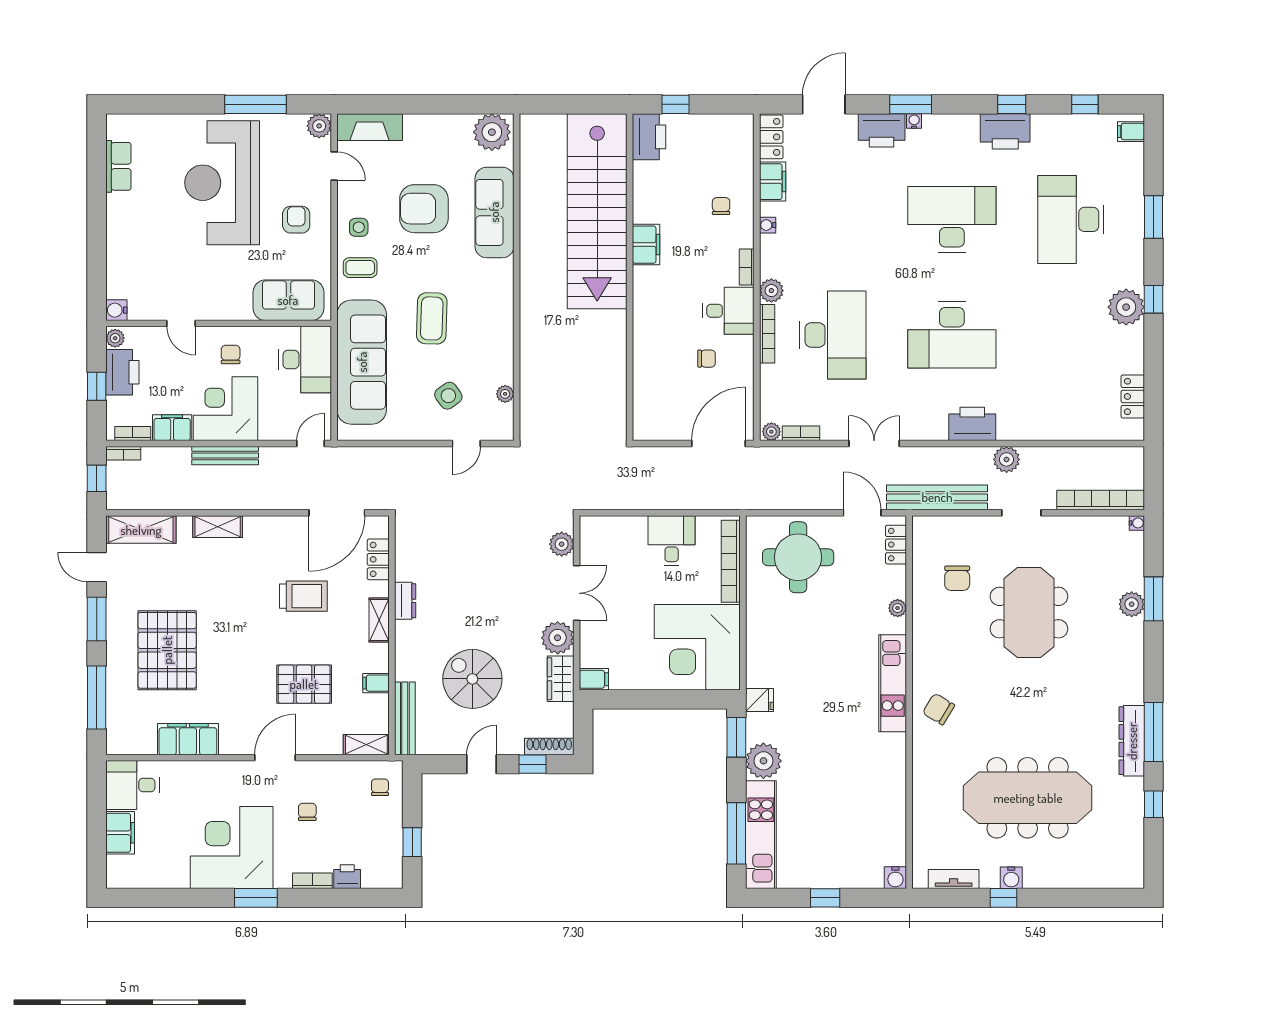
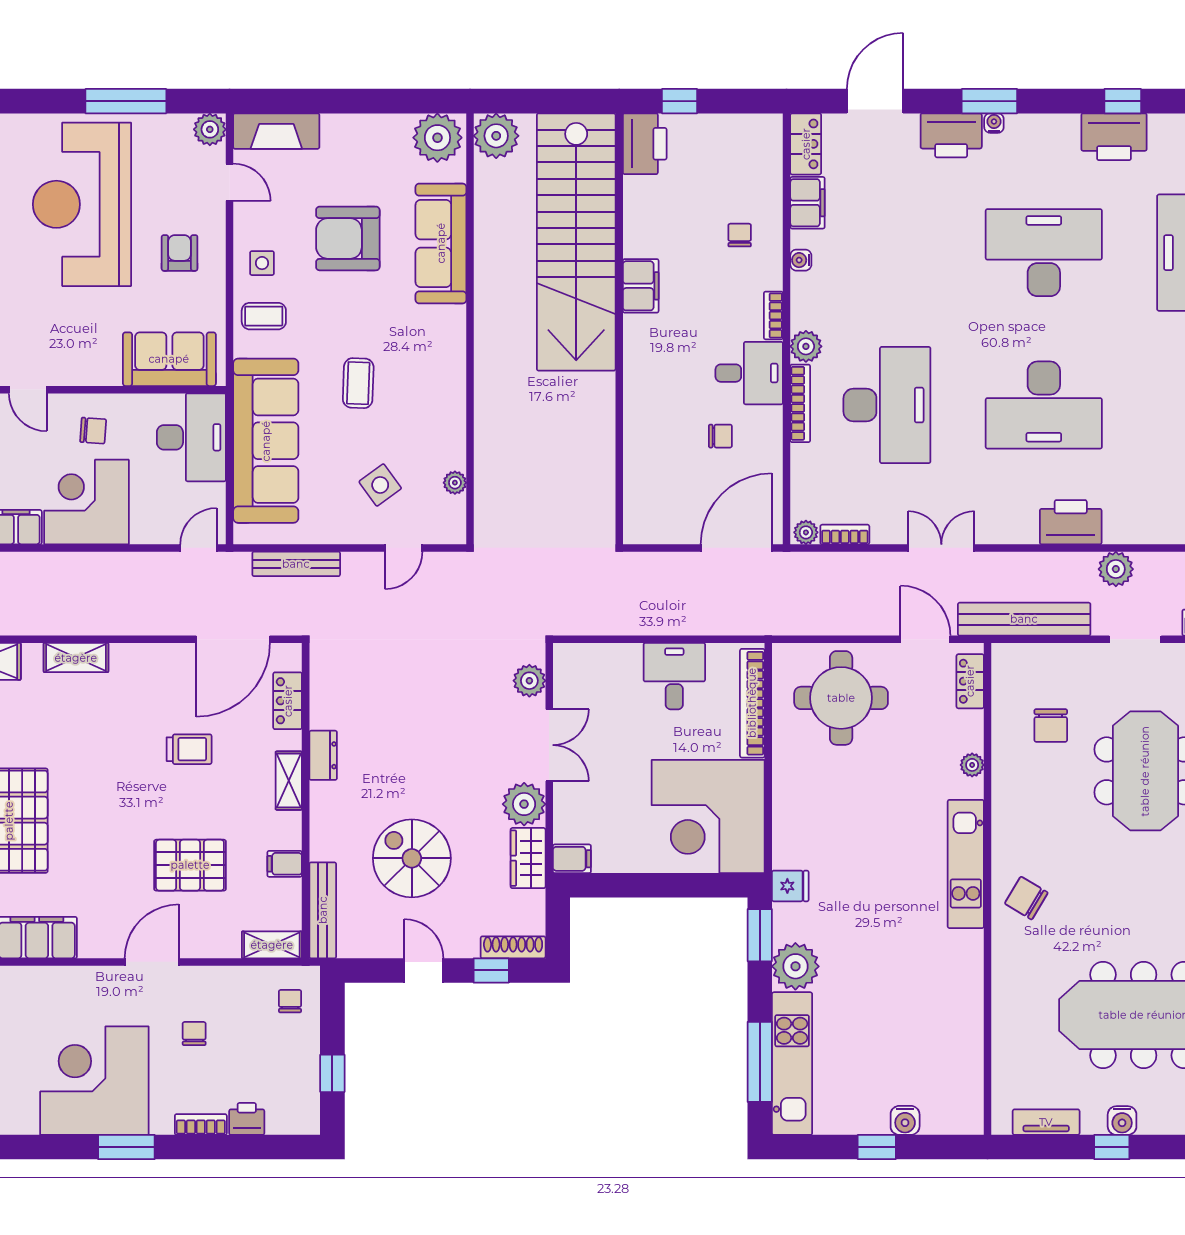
plant: (536, 131) -> (496, 136), added
coffee table: (432, 318) -> (358, 383), width x0.73, depth x0.77
chair: (231, 354) -> (93, 431), turned 94
bench: (225, 456) -> (296, 564), moved
trolley: (303, 596) -> (189, 749), width x0.73, depth x0.72
door: (481, 764) -> (424, 970), hinge flipped
water cooler: (895, 878) -> (905, 1120), moved

